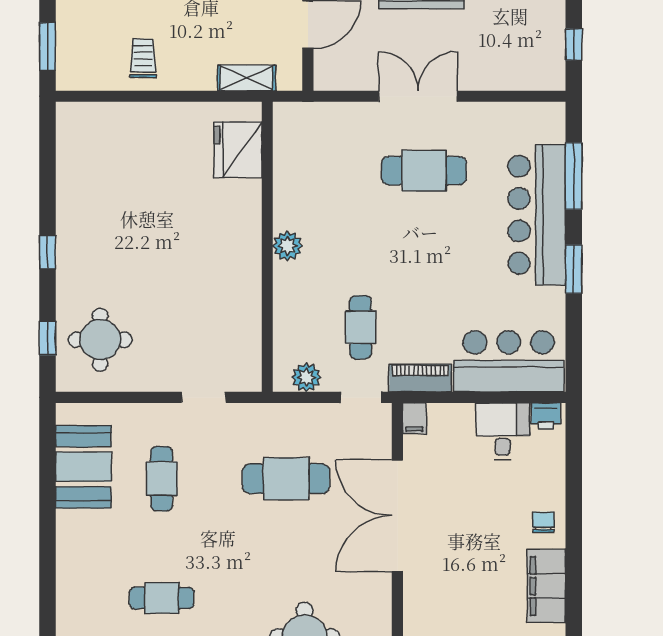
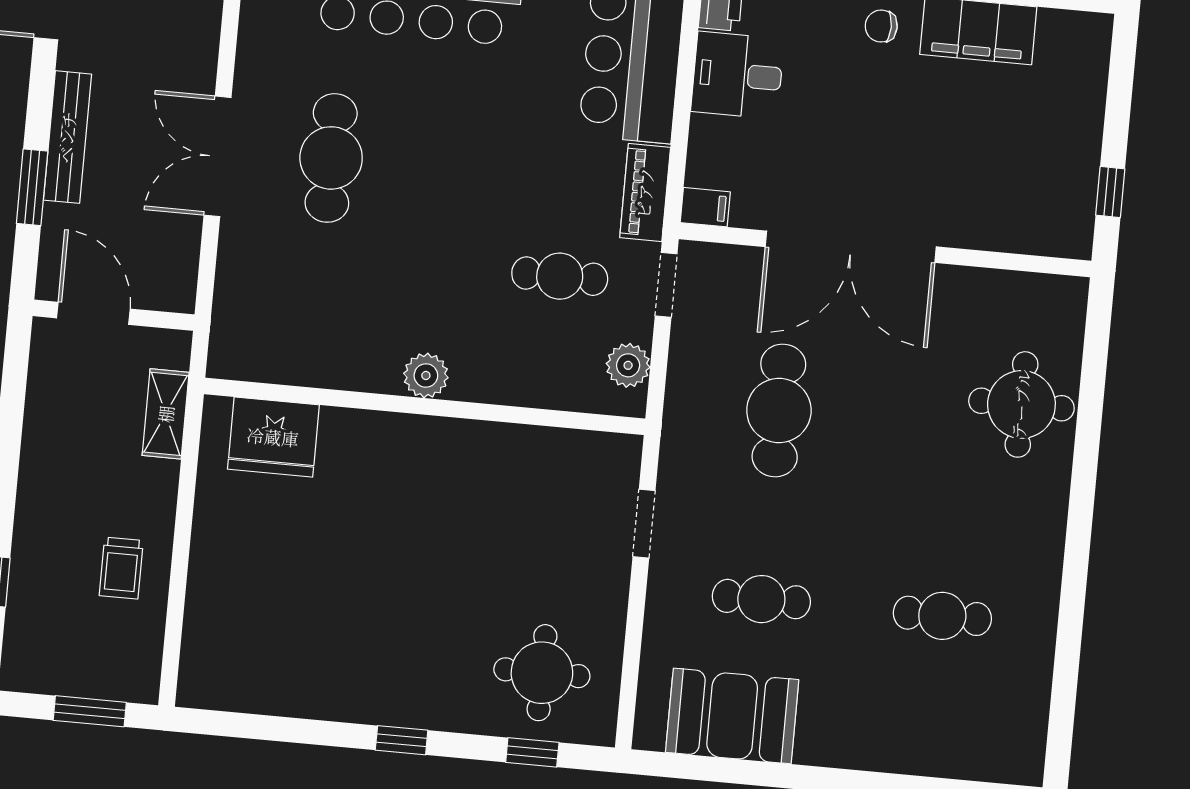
trolley: (143, 58) -> (121, 568), turned -90
cafe table: (162, 598) -> (942, 616), turned 90

